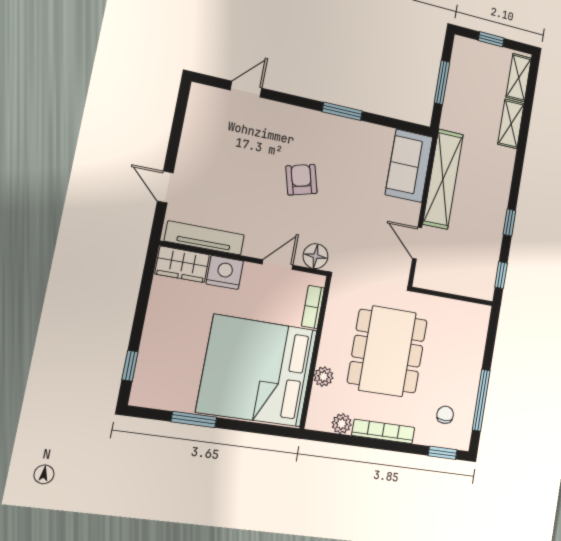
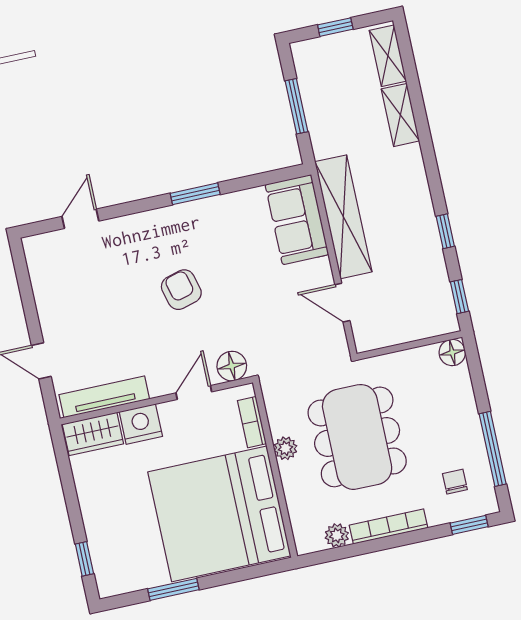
floor lamp: (480, 315) -> (452, 352), added
plant: (323, 377) -> (285, 448), moved

